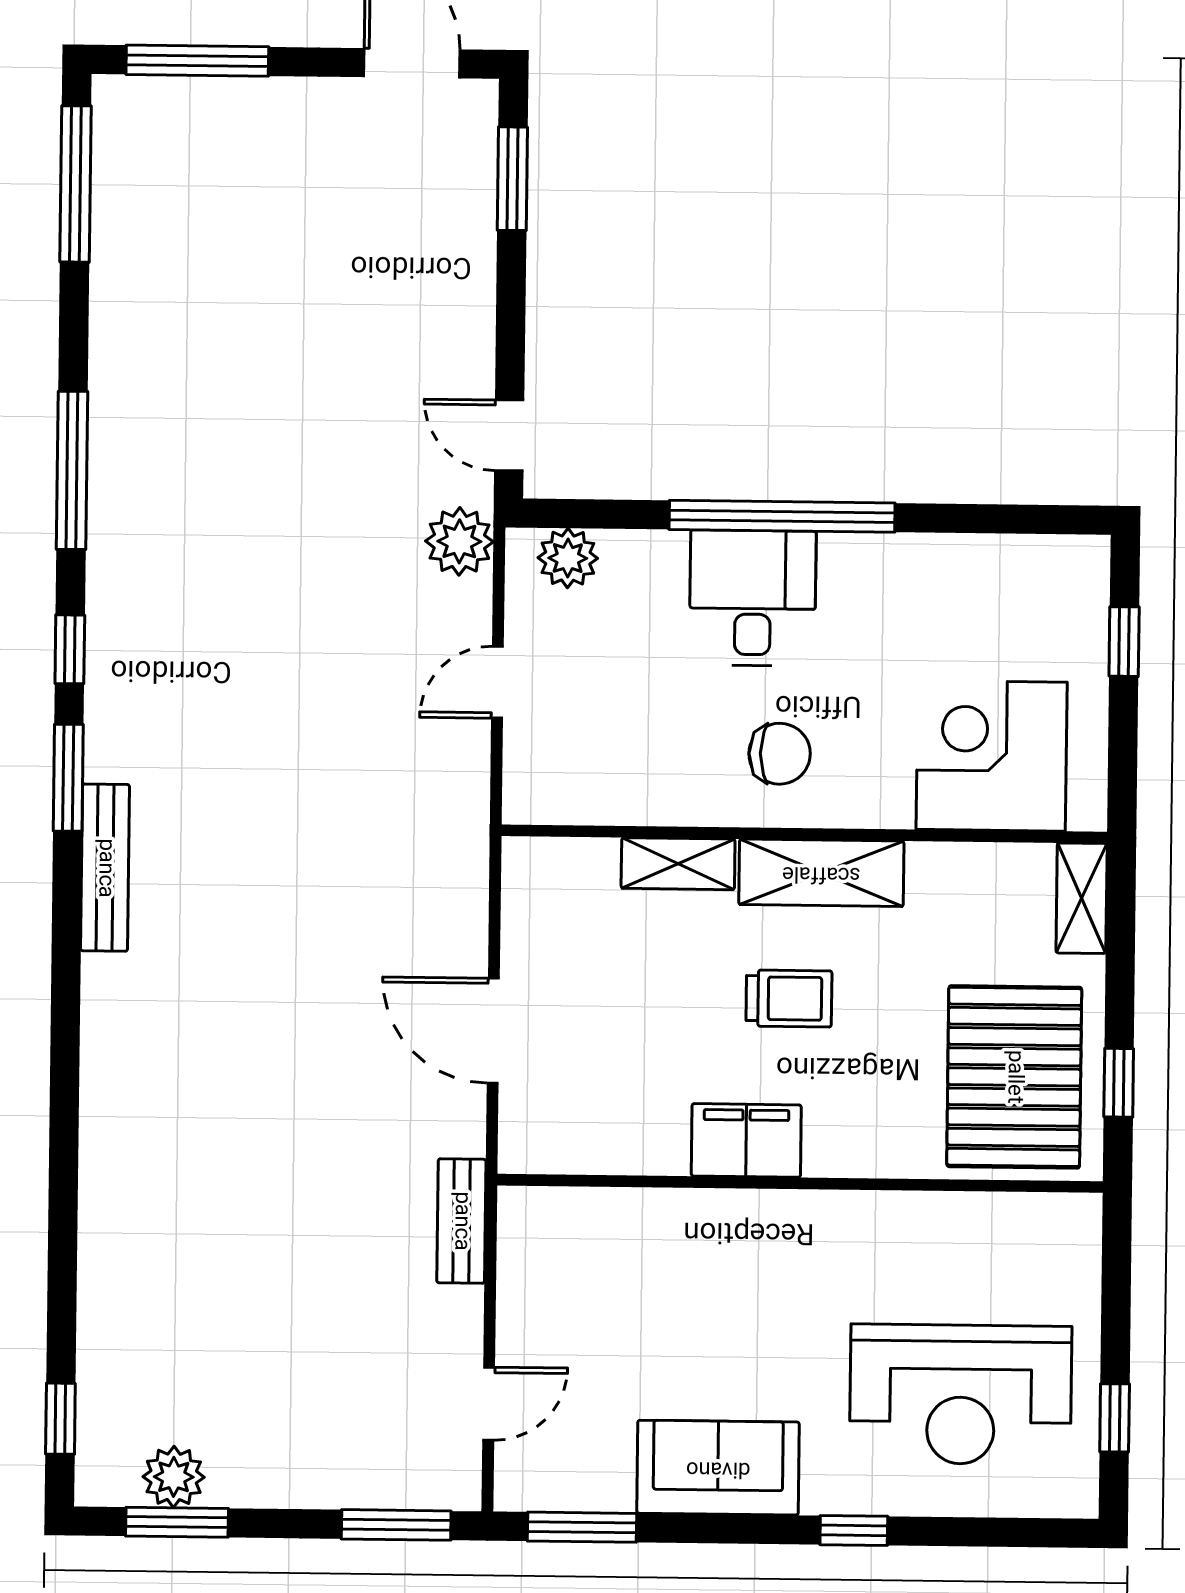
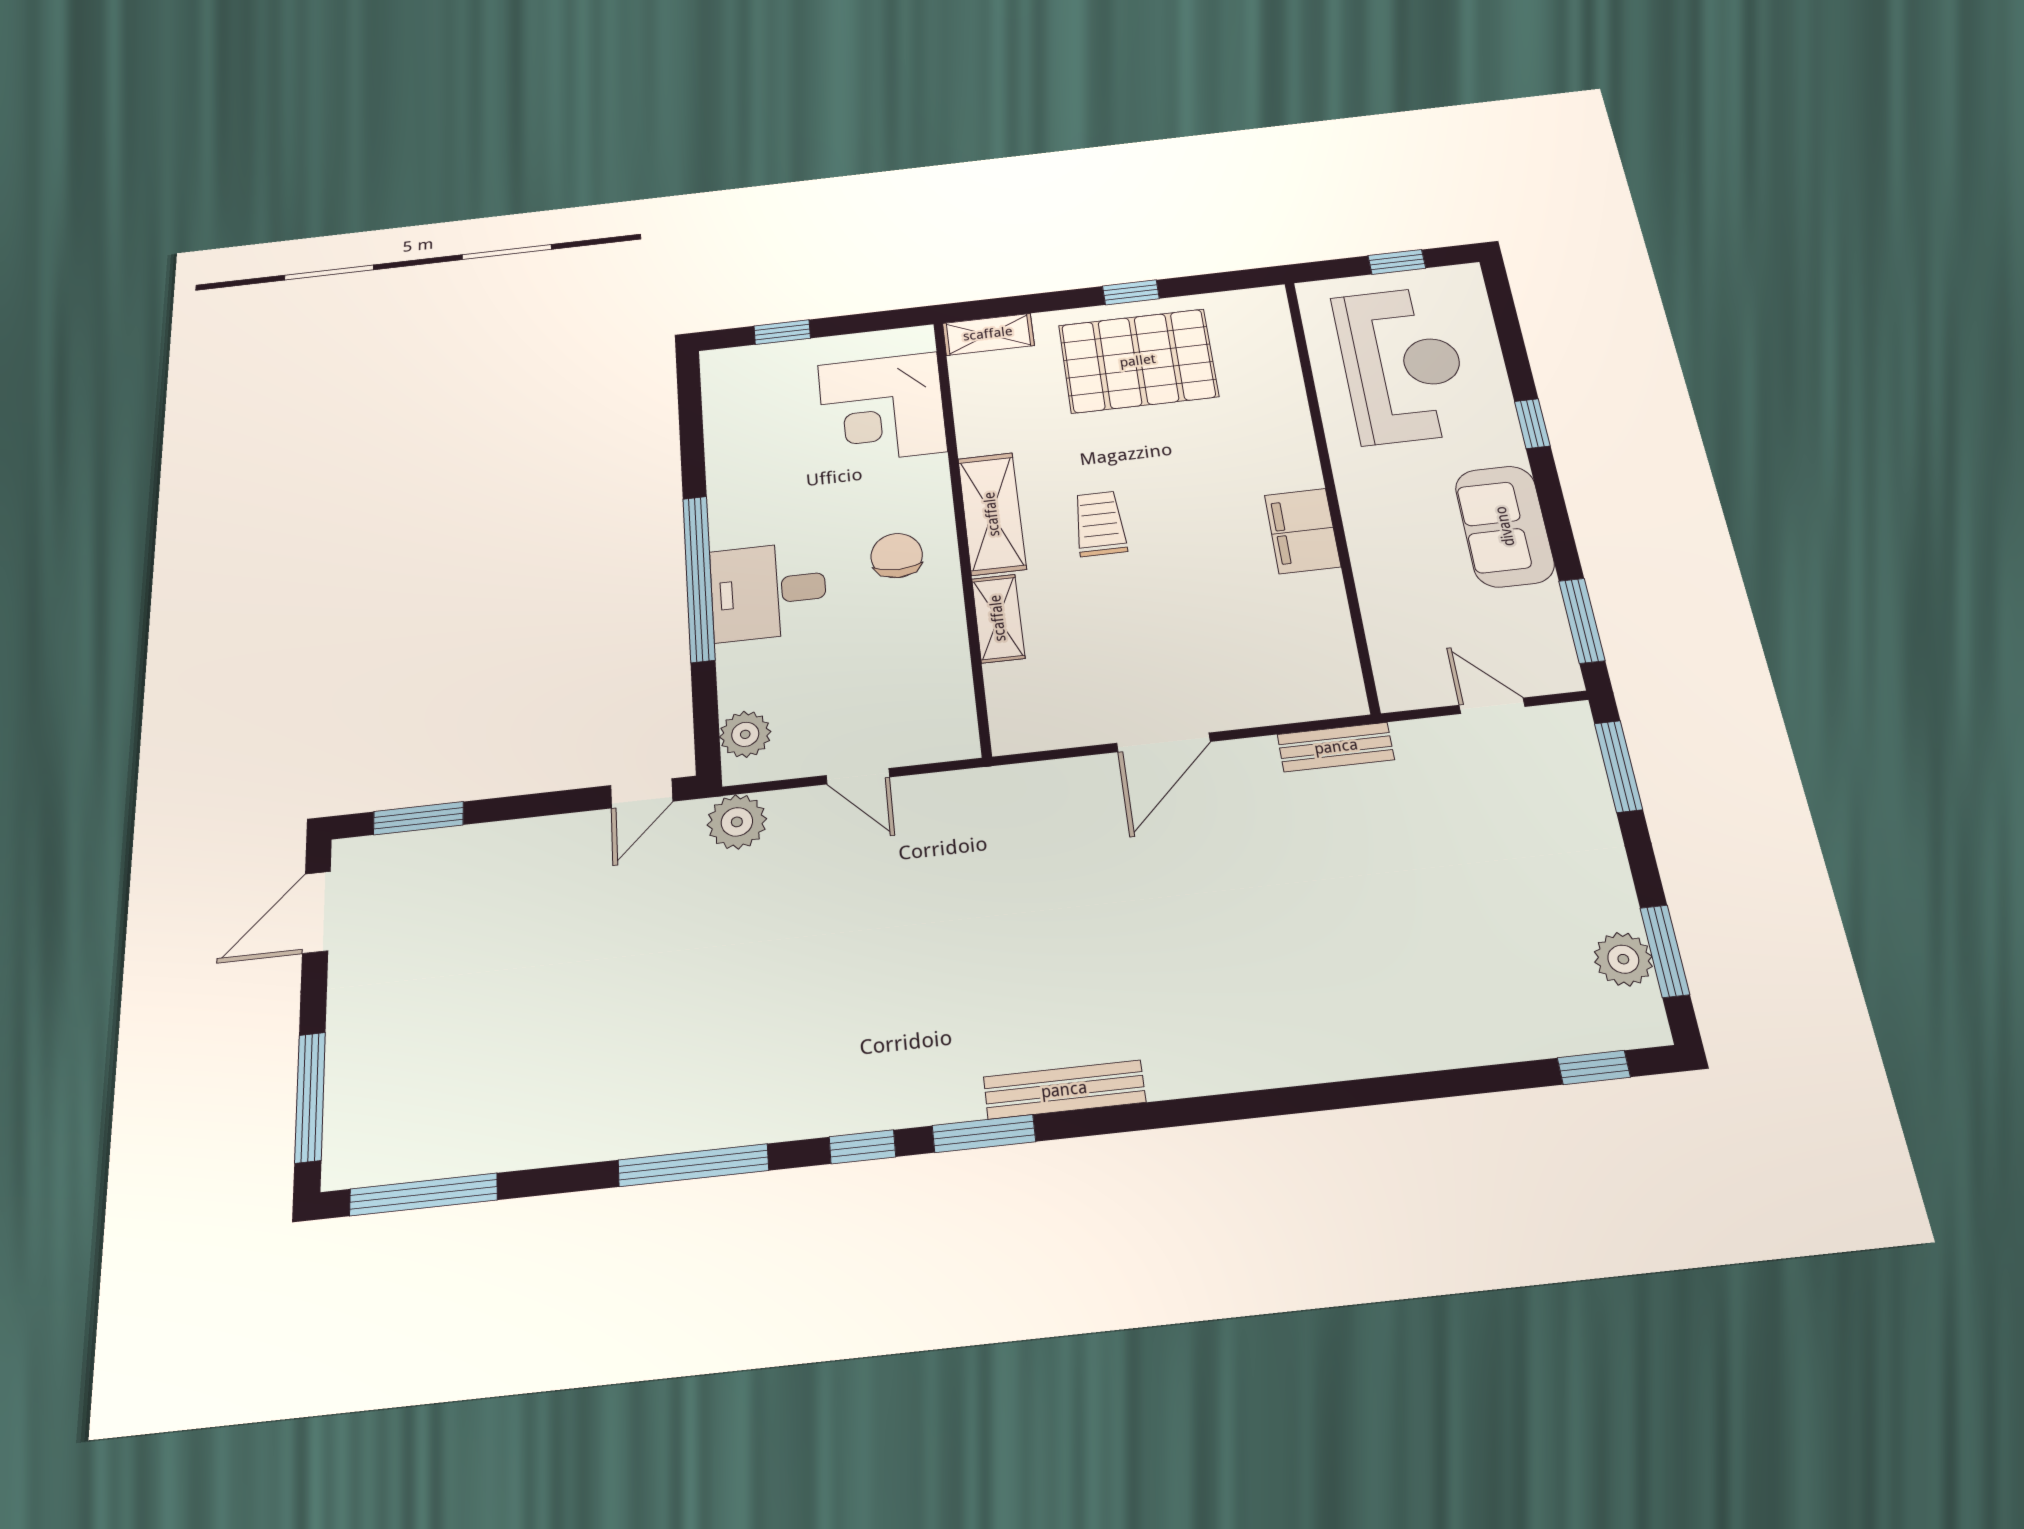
filing cabinet: (746, 1140) -> (1303, 531), moved
wall: (800, 1183) -> (1330, 488), moved

